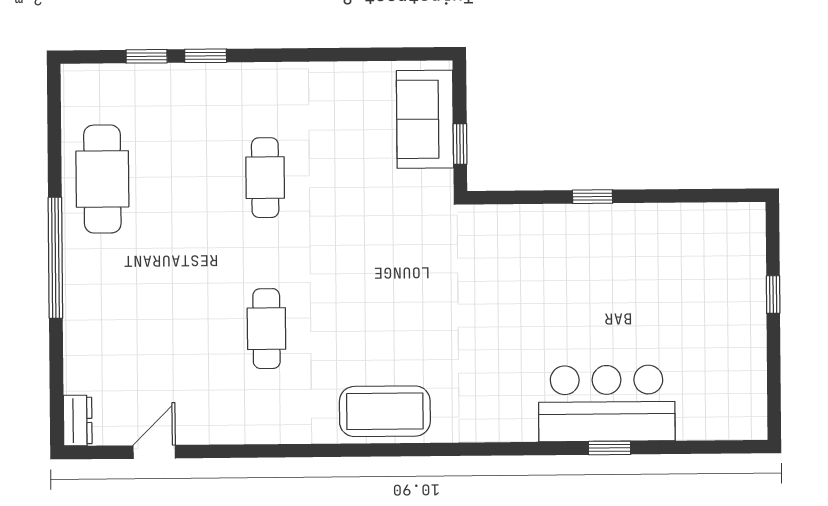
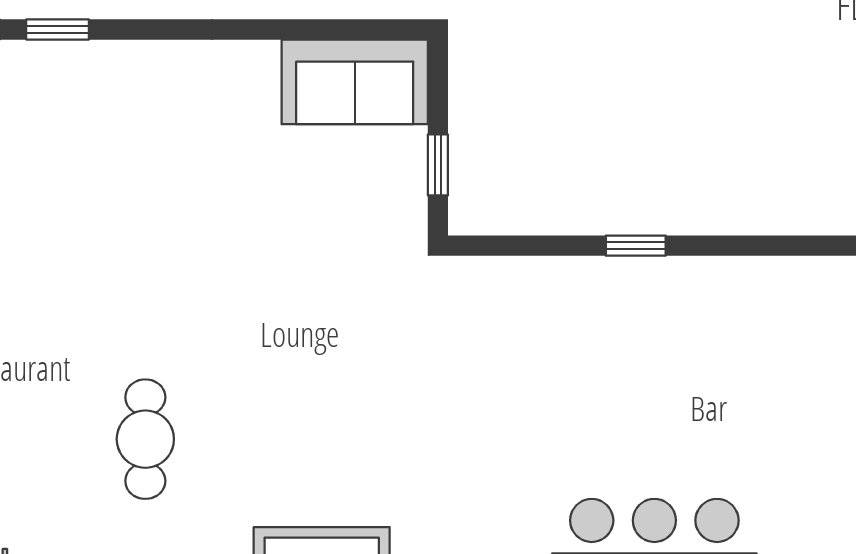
sofa: (425, 119) -> (355, 82), moved, turned -90
cafe table: (265, 178) -> (145, 213), removed

